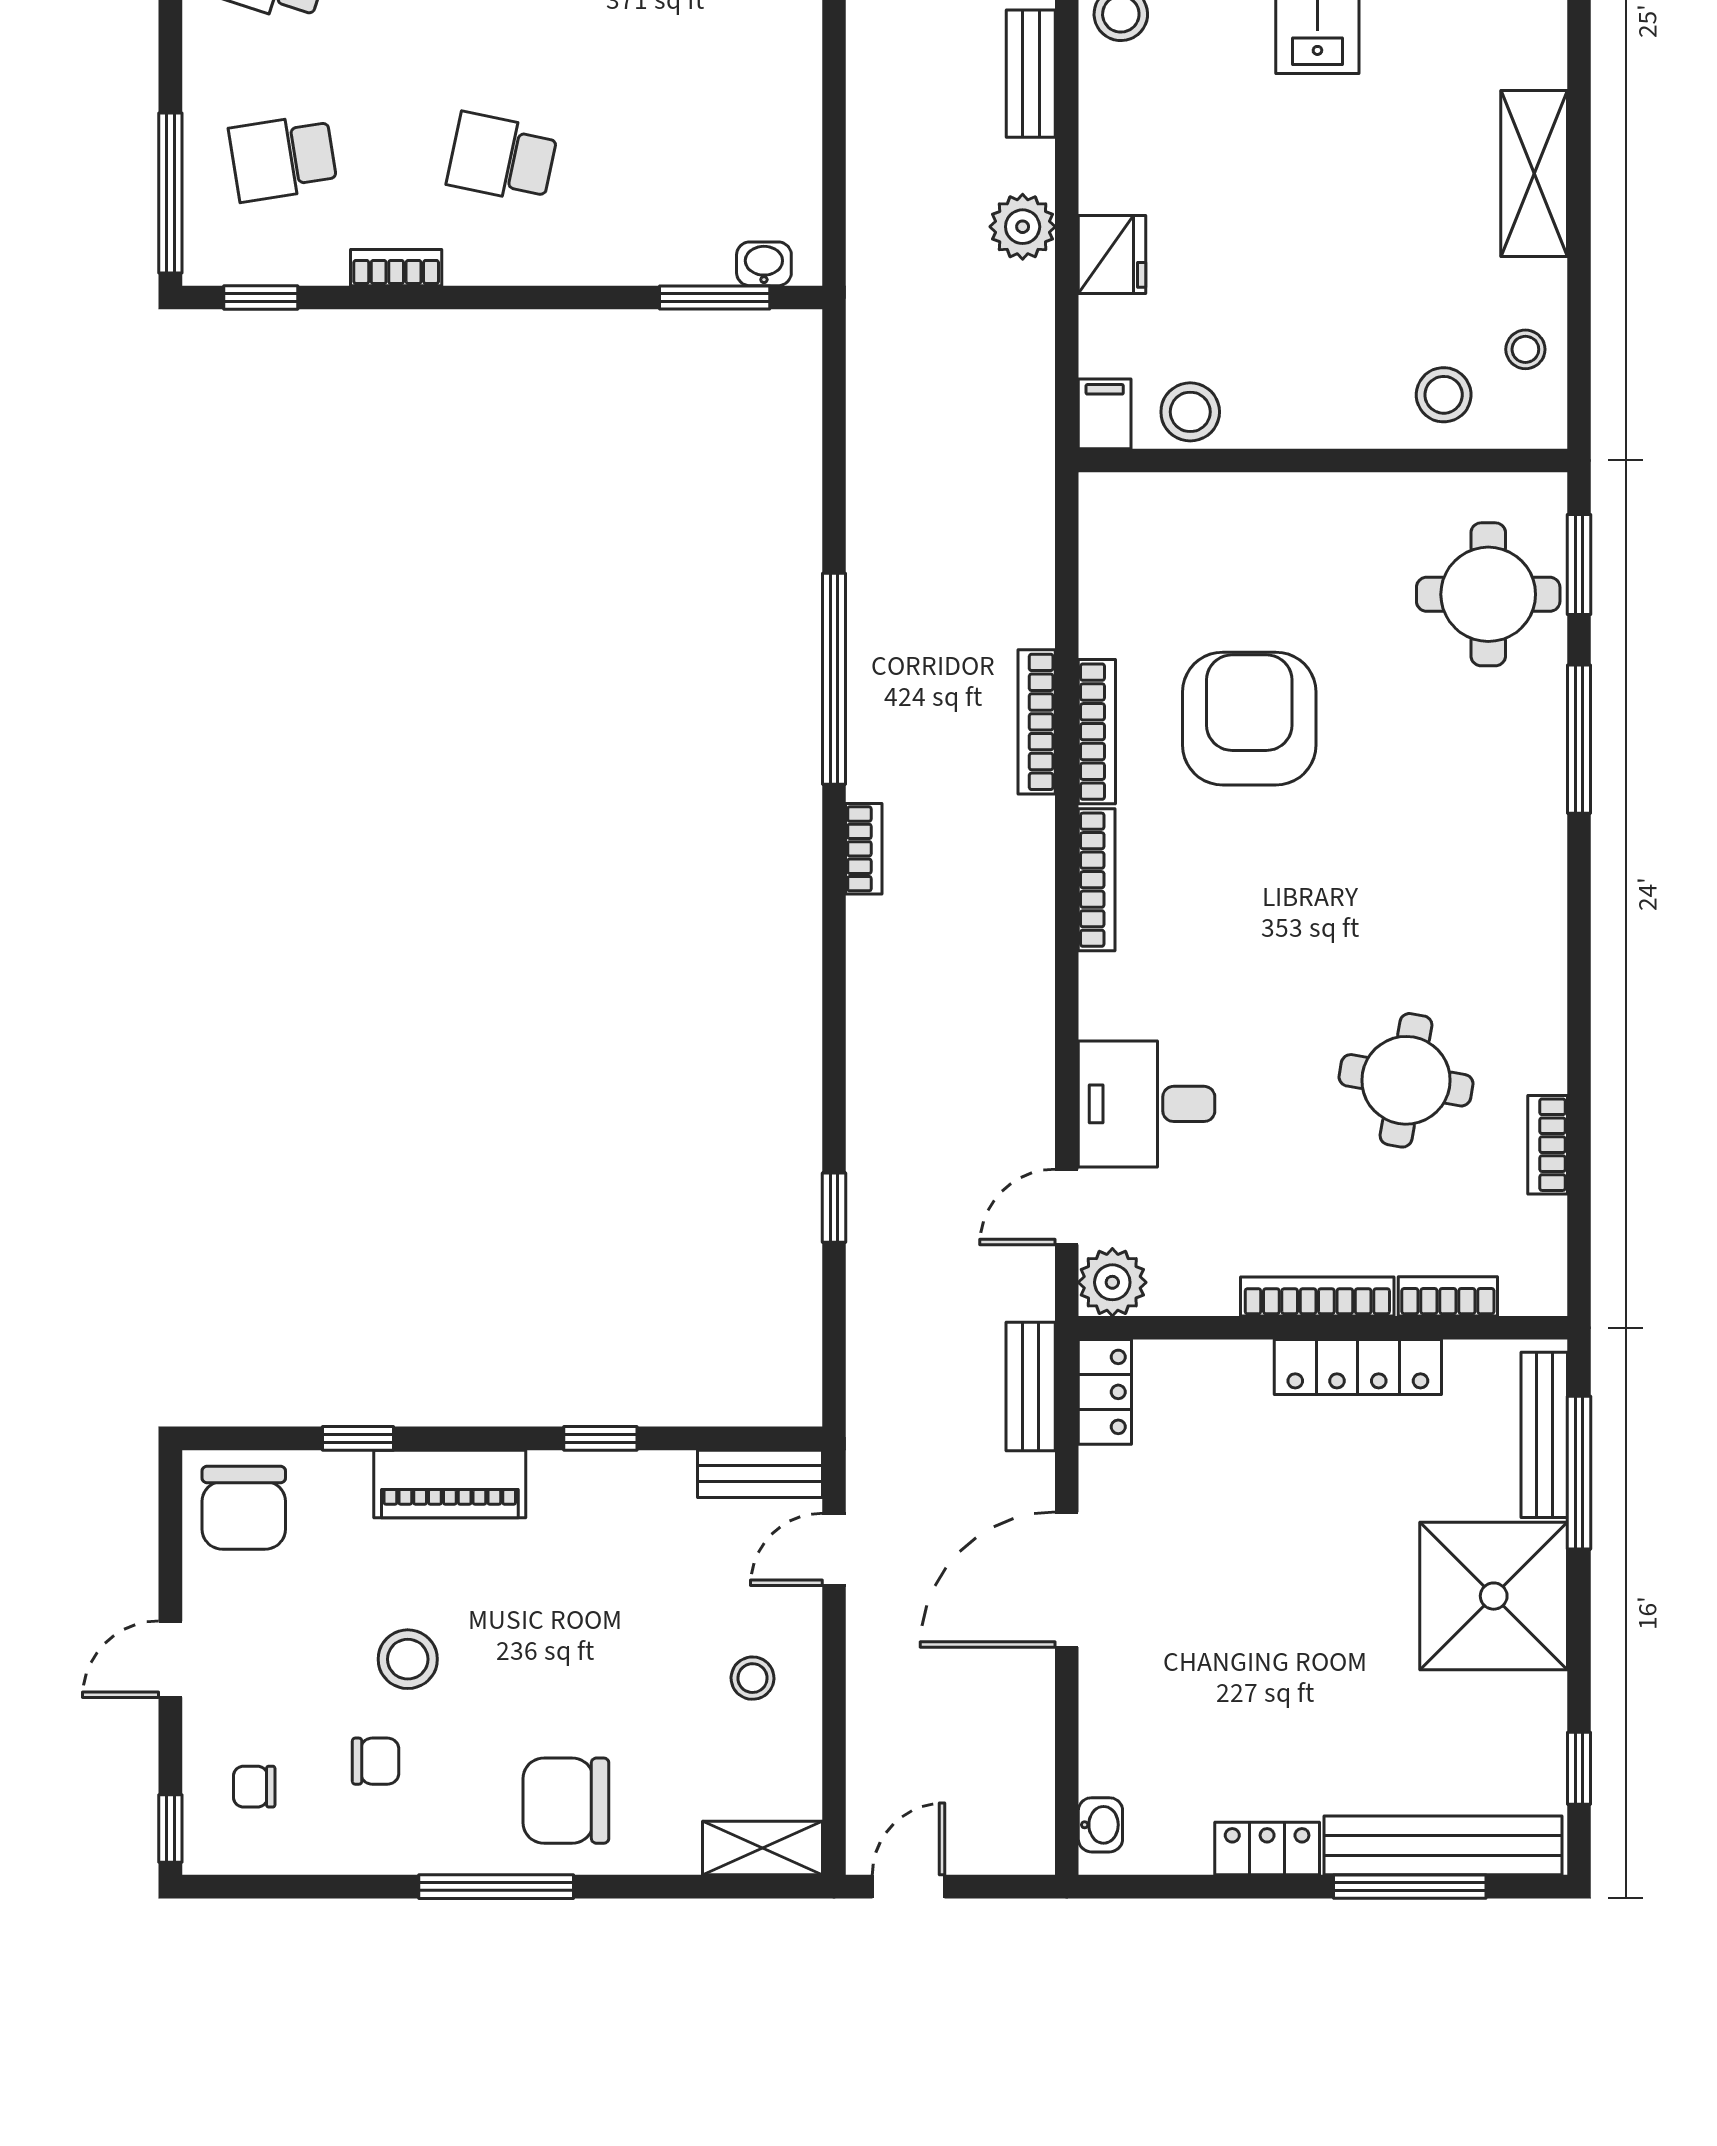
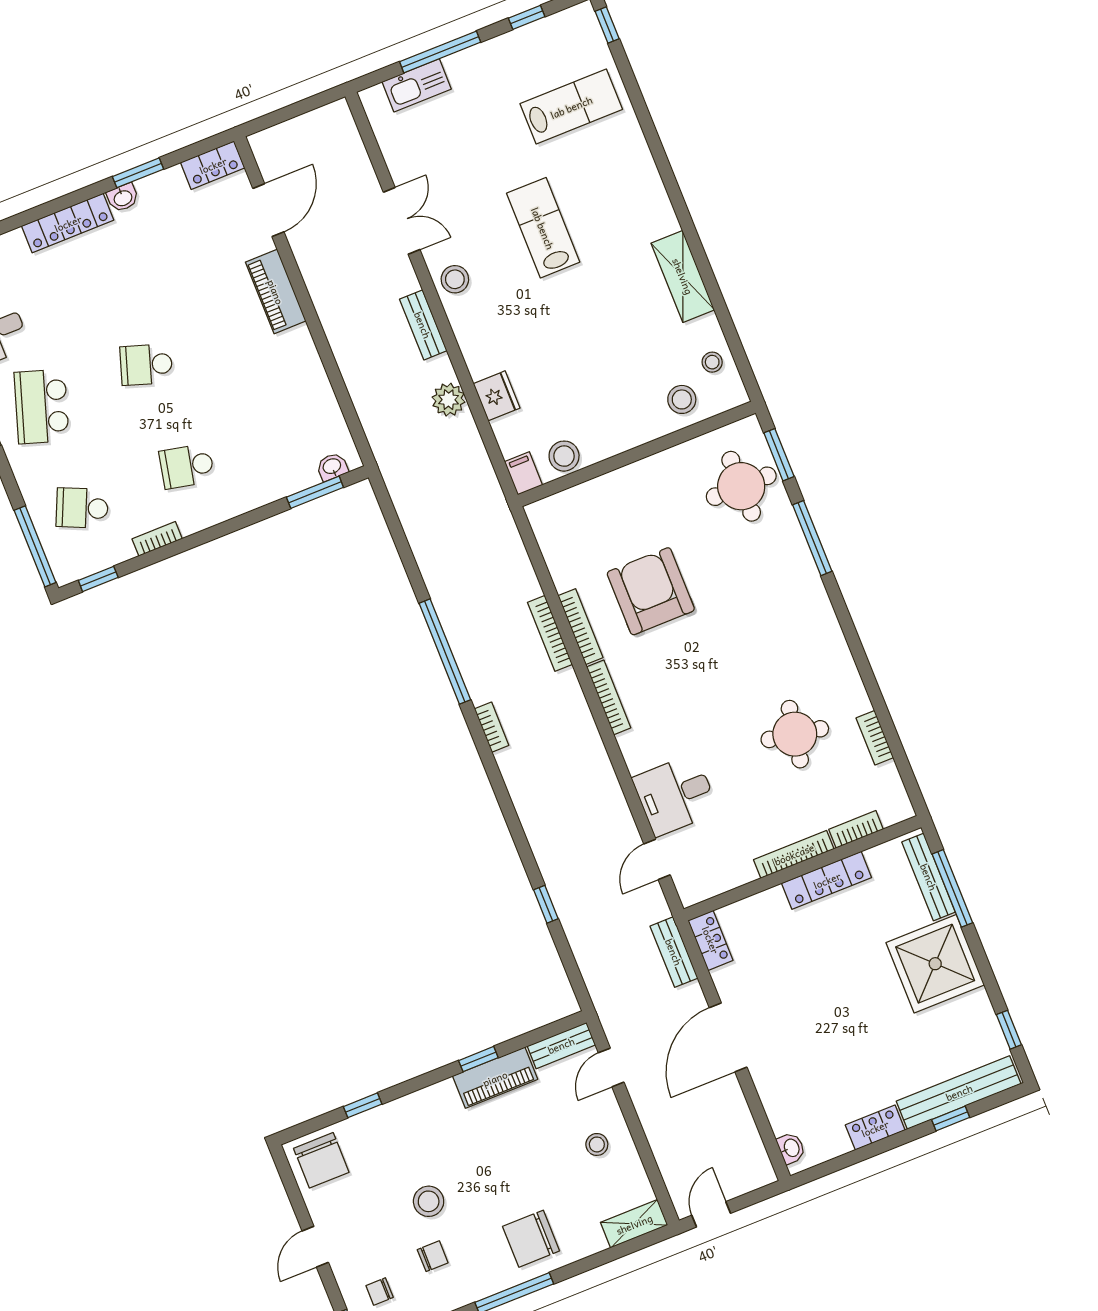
school desk: (283, 158) -> (82, 508), turned 33
plant: (1112, 1282) -> (693, 887), removed
piano: (450, 1484) -> (495, 1078), moved
window: (1410, 1887) -> (951, 1119), width x0.46

